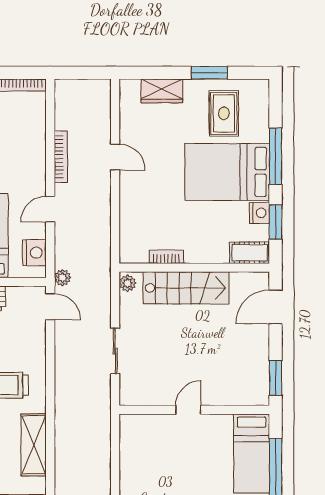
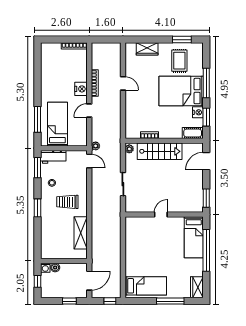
window: (209, 73) -> (182, 40), moved
nightstand: (34, 253) -> (81, 89), moved

